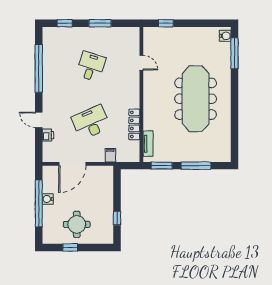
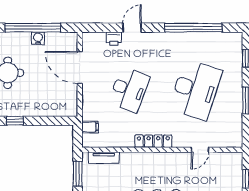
desk: (91, 67) -> (195, 90), width x1.87, depth x1.30
desk: (91, 122) -> (129, 90), turned 45
locker: (134, 124) -> (153, 141), moved
filing cabinet: (110, 155) -> (90, 127), moved

